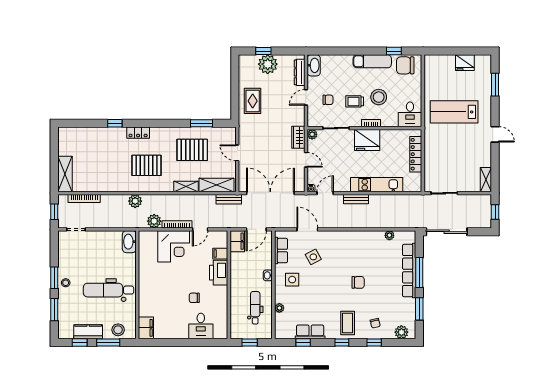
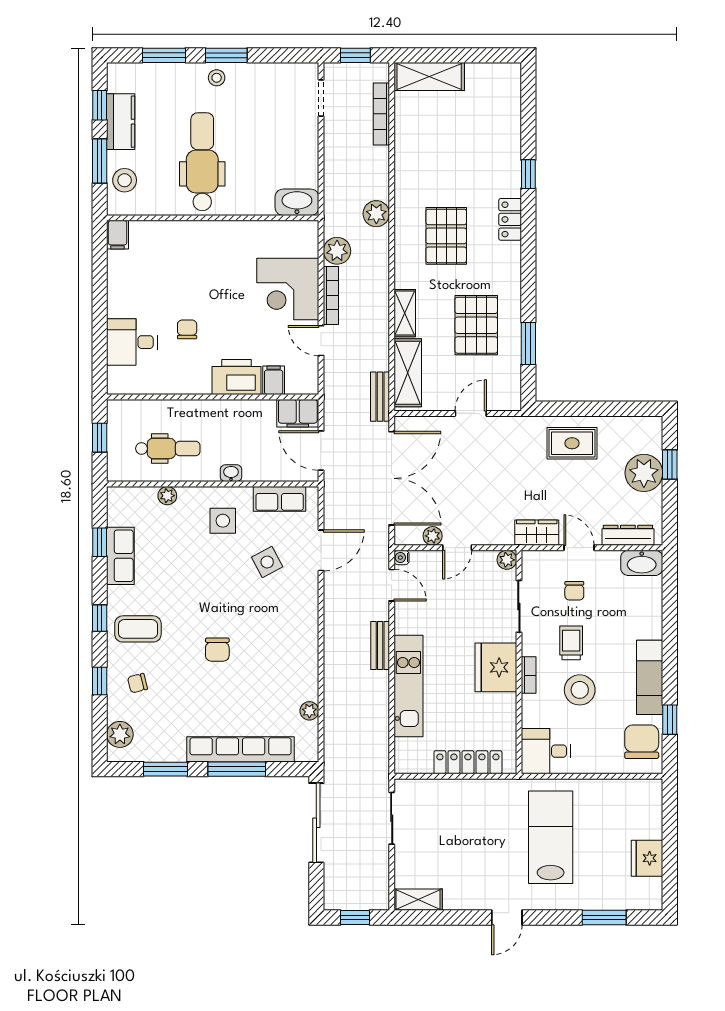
wardrobe: (298, 137) -> (537, 533), moved
plant: (300, 172) -> (433, 536), added
filing cabinet: (146, 328) -> (118, 235), width x0.50

